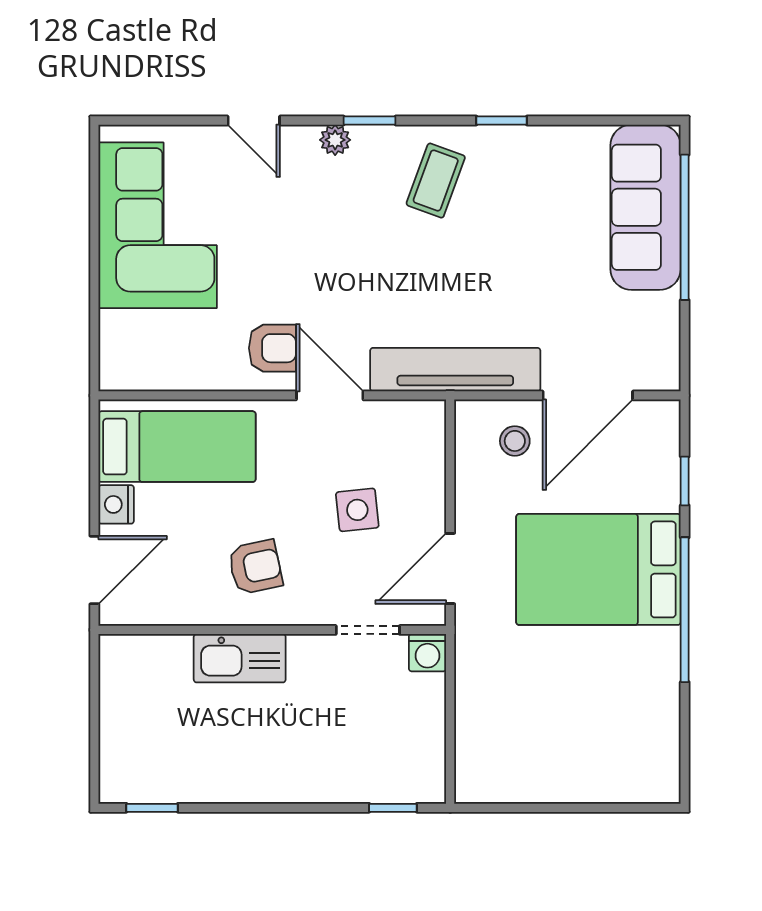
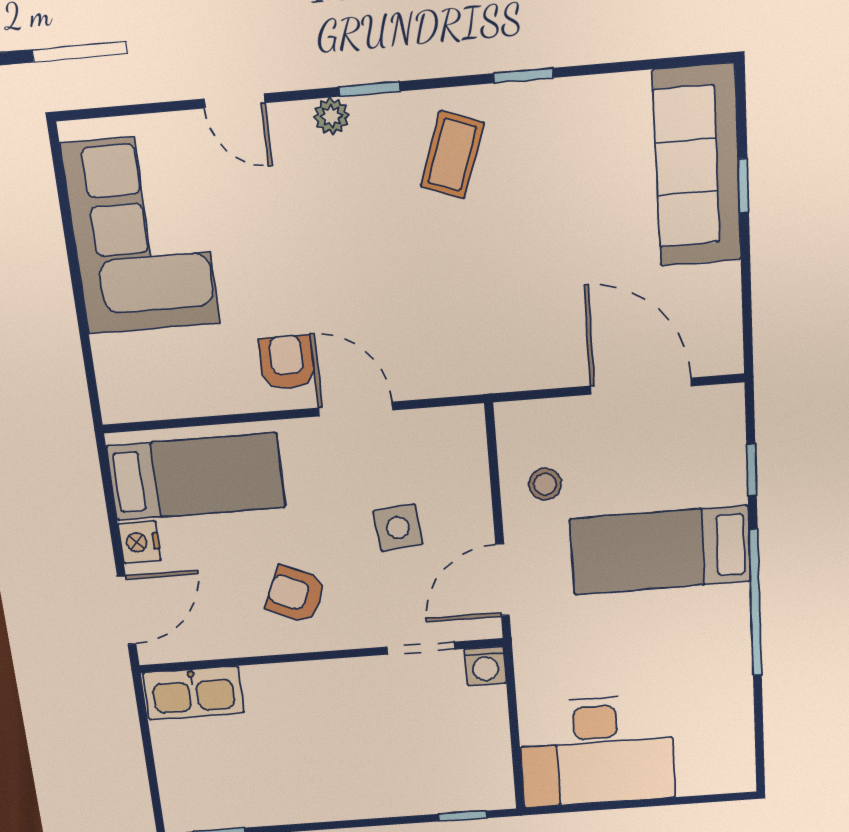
window: (685, 227) -> (743, 186), width x0.32
armchair: (272, 348) -> (287, 362), turned -90
tv unit: (455, 370) -> (492, 370), removed
door: (588, 395) -> (641, 386), swing flipped
stool: (515, 441) -> (545, 484), moved
armchair: (255, 567) -> (295, 594), turned -144
bed: (598, 569) -> (660, 550), width x0.67
kitchen sink: (240, 658) -> (193, 693), moved
desk: (528, 749) -> (597, 751), added

